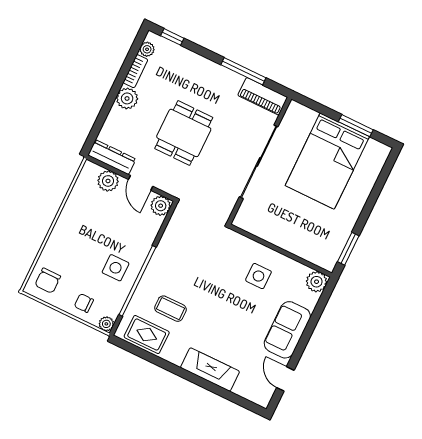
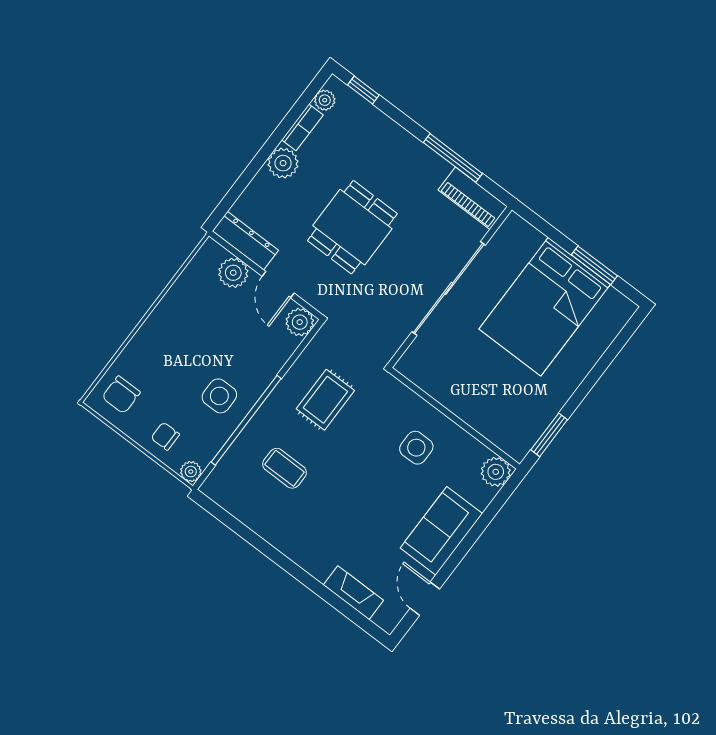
rug: (147, 335) -> (325, 400), moved, turned 90
fireplace: (210, 370) -> (353, 593), moved, width x0.73, depth x0.76

